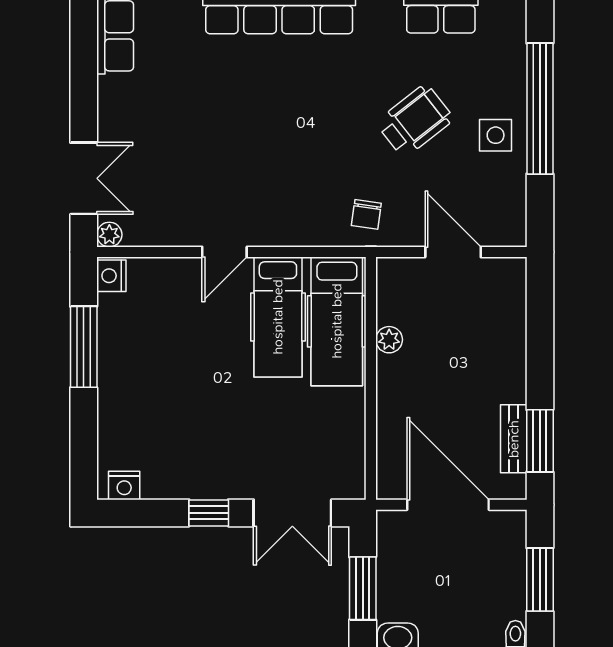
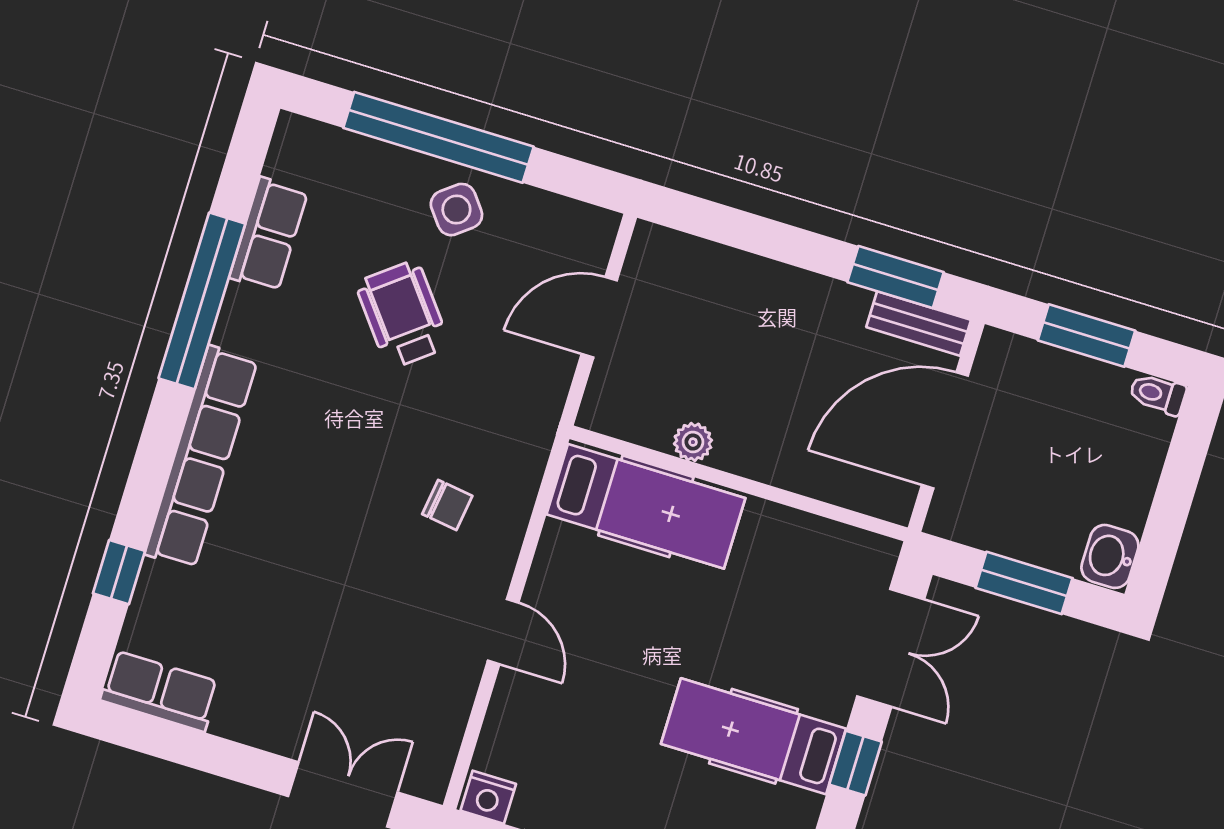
side table: (496, 135) -> (456, 210), turned -38
chair: (366, 214) -> (447, 505), moved
plant: (109, 235) -> (431, 783), removed
hospital bed: (278, 317) -> (754, 736), moved, turned 180
bench: (514, 439) -> (919, 324), moved

